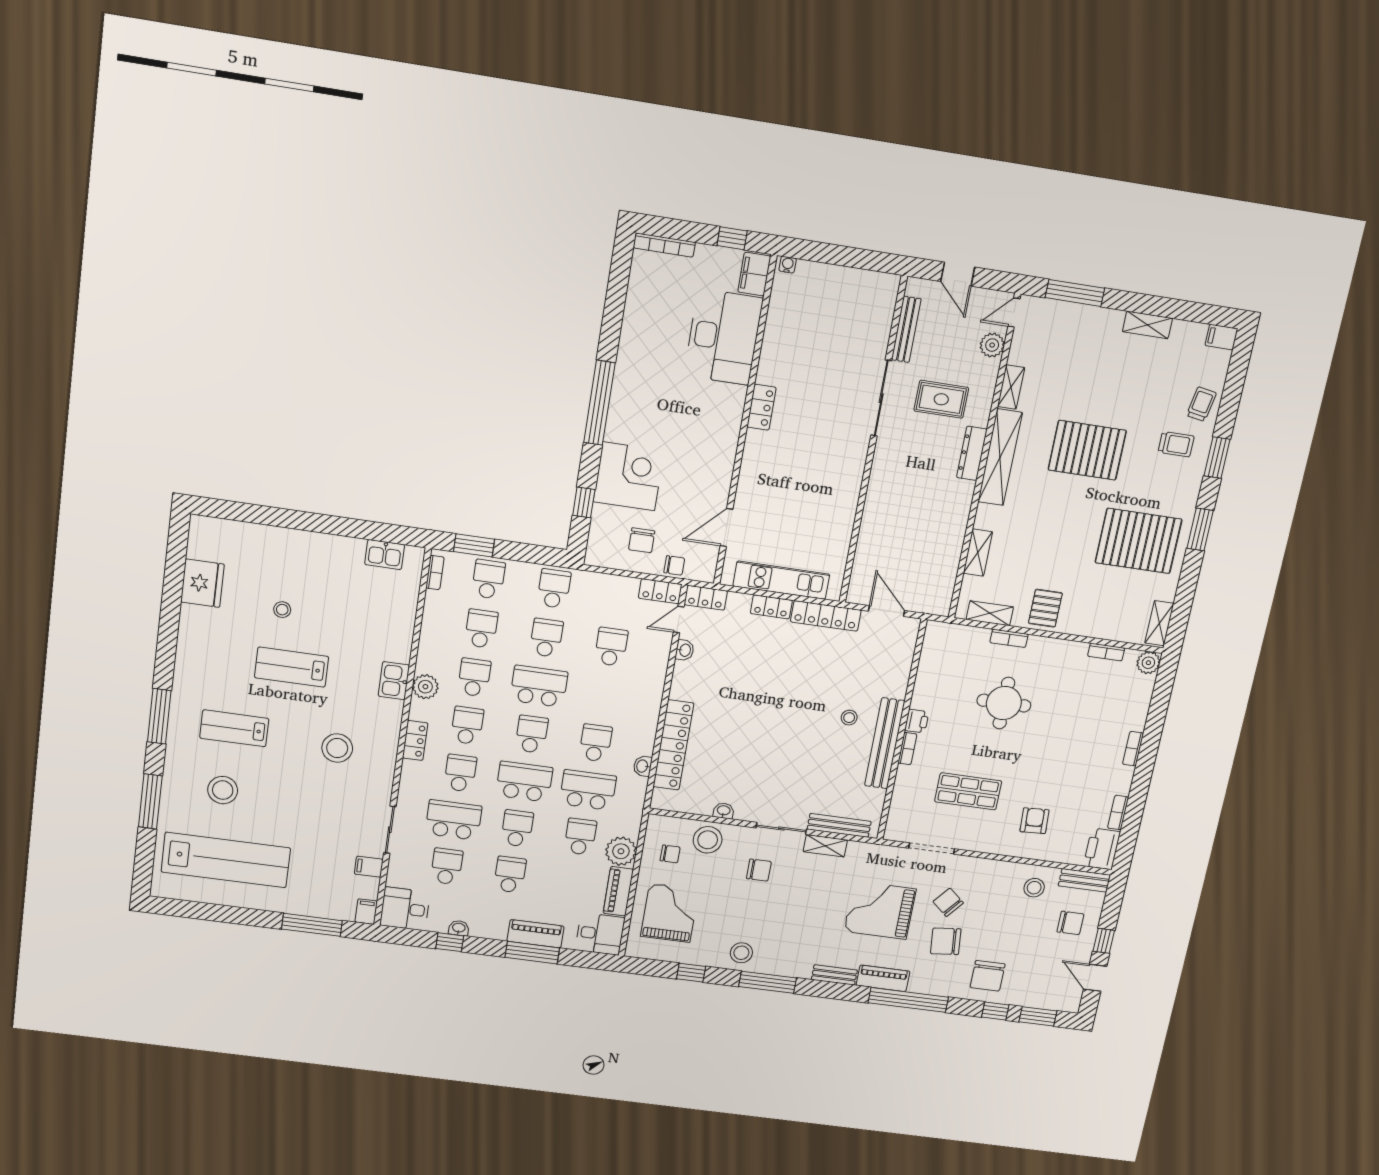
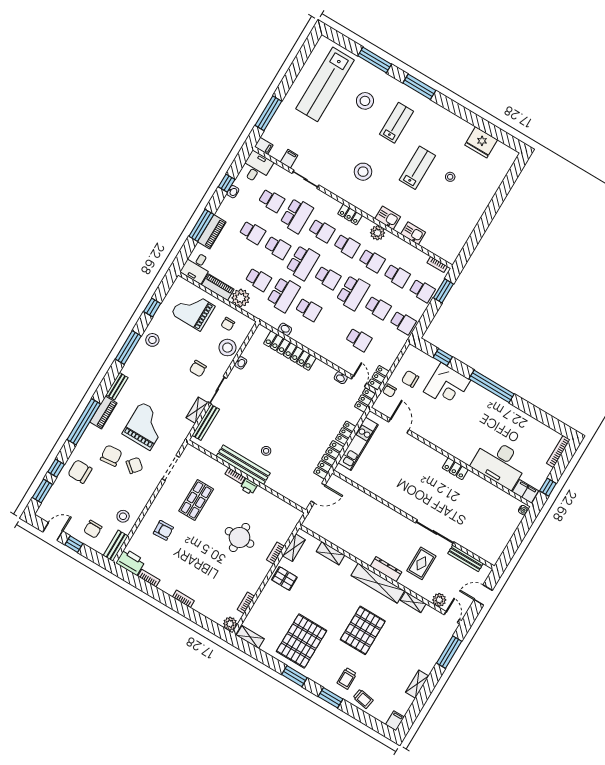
kitchen sink: (385, 555) -> (413, 233), moved, turned 90
grand piano: (670, 913) -> (193, 310), turned 180

